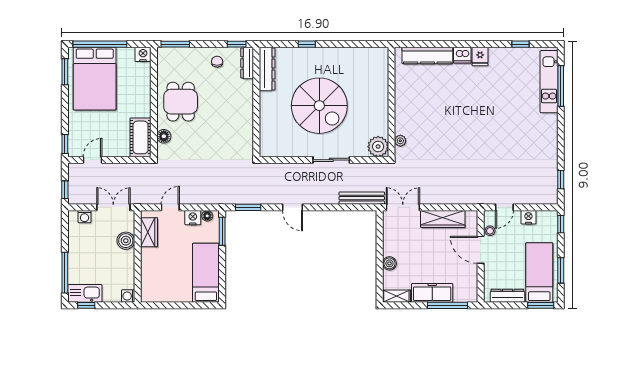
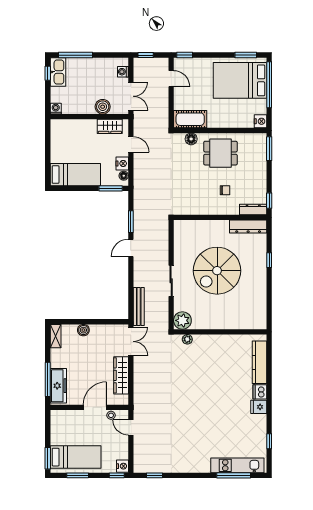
chair: (217, 62) -> (225, 190), moved
window: (248, 207) -> (131, 222), moved
nightstand: (528, 217) -> (122, 466), moved
freezer: (432, 293) -> (58, 386), moved
dresser: (507, 296) -> (56, 430), removed

